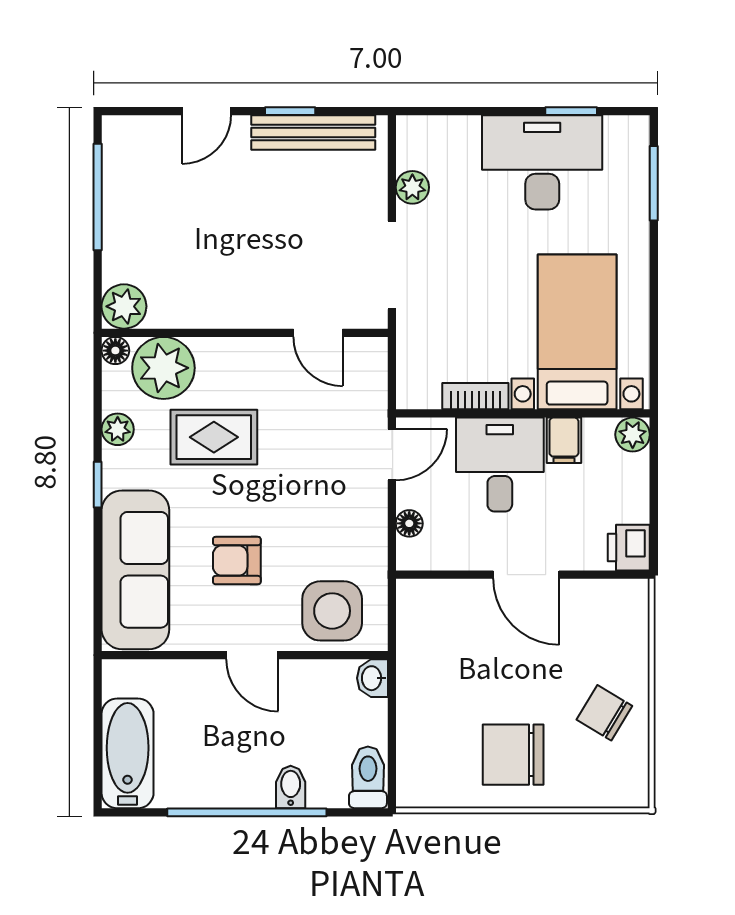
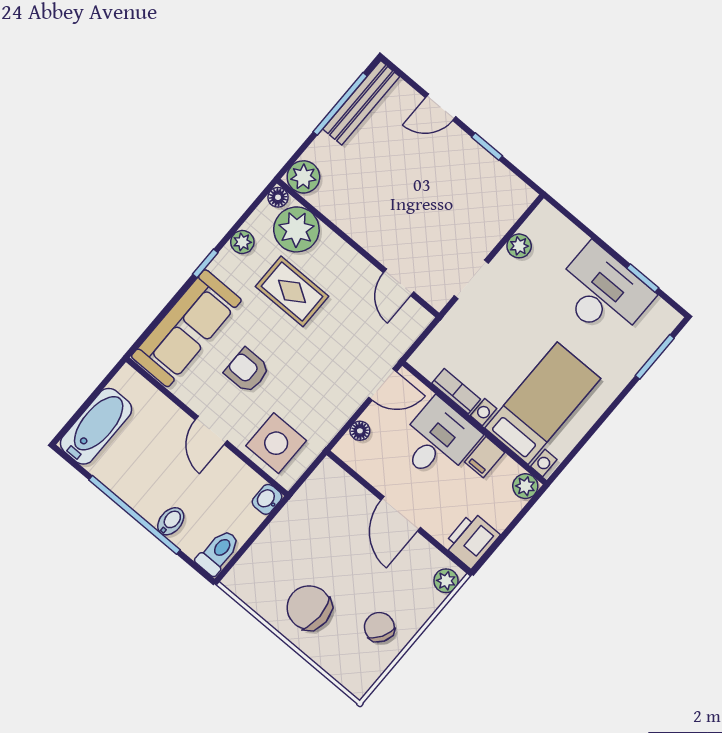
bench: (313, 133) -> (361, 103), moved, turned 90
doorway: (392, 265) -> (471, 279), width x0.73
printer: (629, 548) -> (471, 540), width x1.36, depth x1.24
plant: (633, 605) -> (446, 581), added

